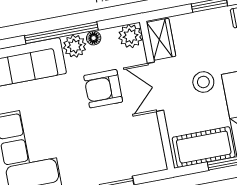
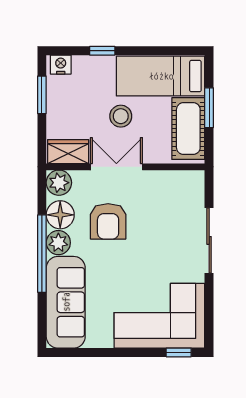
floor lamp: (94, 38) -> (60, 215), width x1.89, depth x1.89
double door: (155, 87) -> (116, 167), swing flipped

